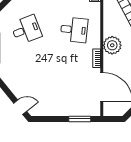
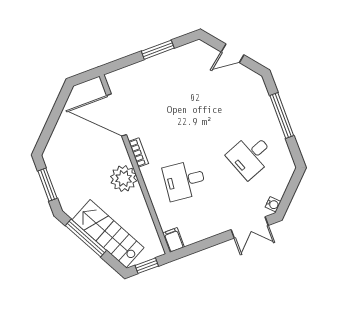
door: (20, 107) -> (233, 53), moved
window: (80, 119) -> (158, 50), moved

